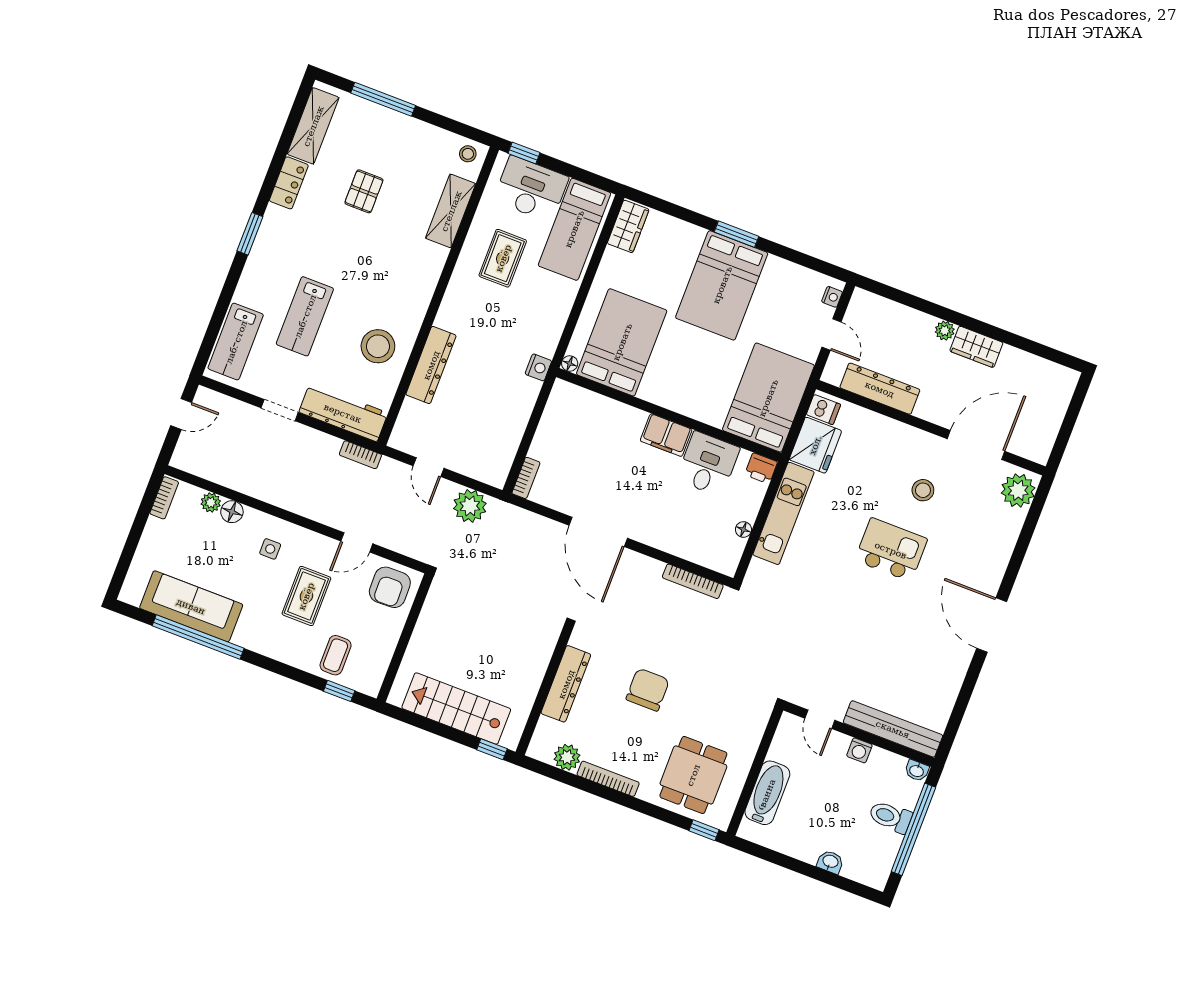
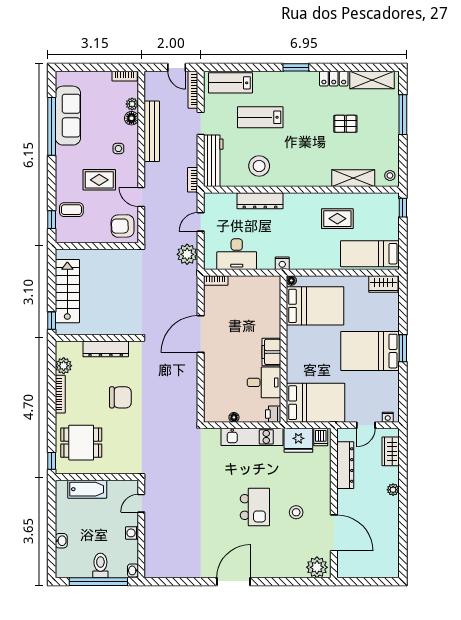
desk: (531, 189) -> (237, 254), moved, turned 90
wardrobe: (976, 347) -> (391, 451), moved
bookcase: (693, 581) -> (193, 90), moved
bench: (893, 729) -> (152, 131), moved

